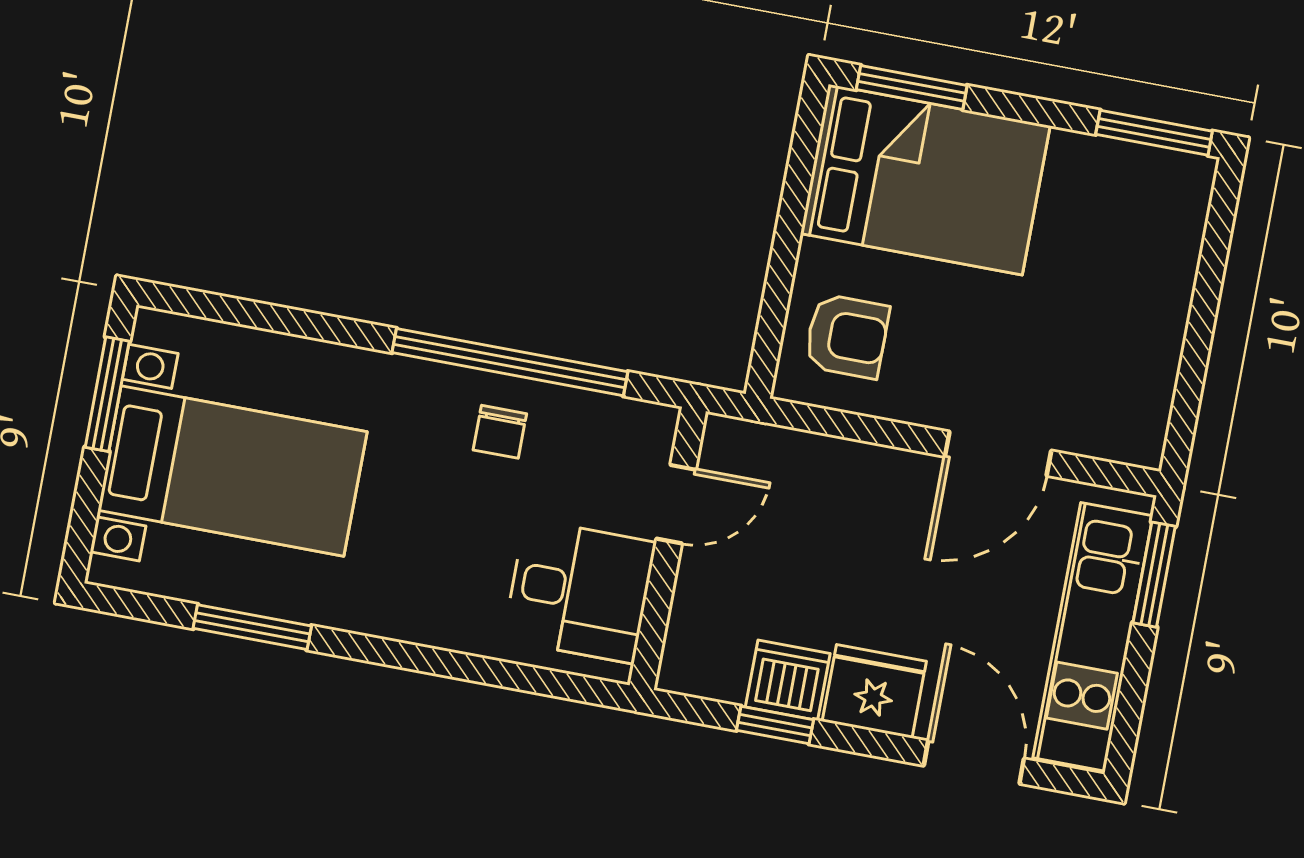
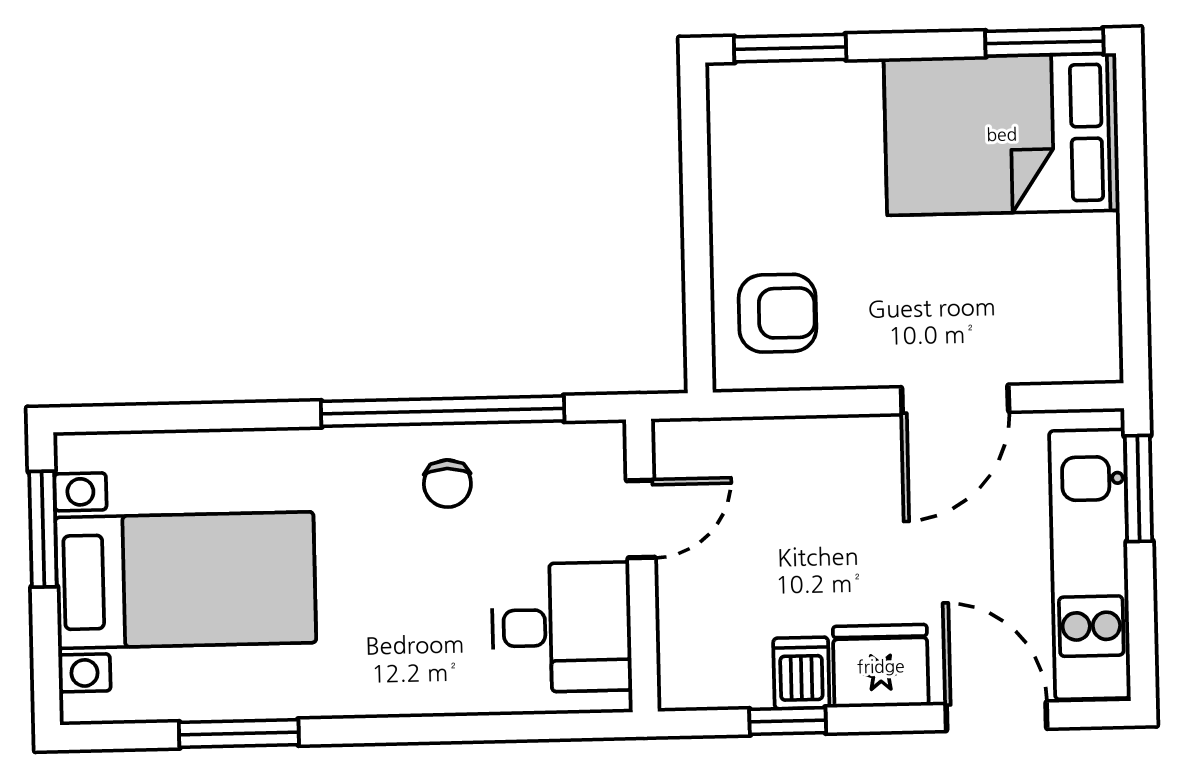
bed: (925, 180) -> (1002, 134), moved, turned 180
dishwasher: (788, 680) -> (801, 673), width x0.73

